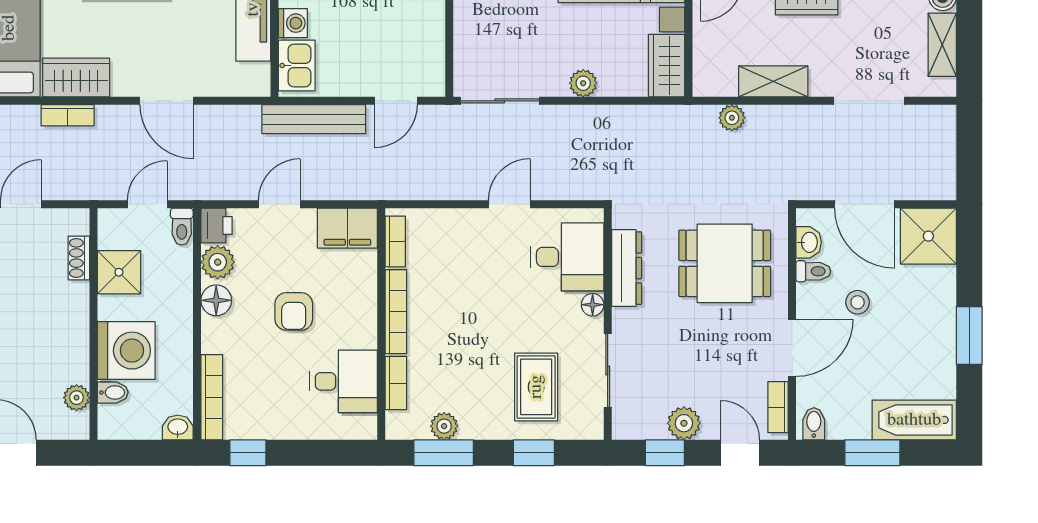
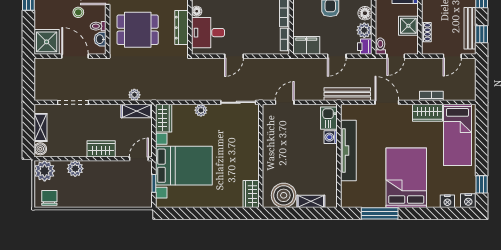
shelving: (773, 81) -> (137, 111), moved
bench: (314, 119) -> (347, 94), moved

